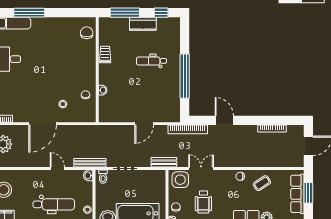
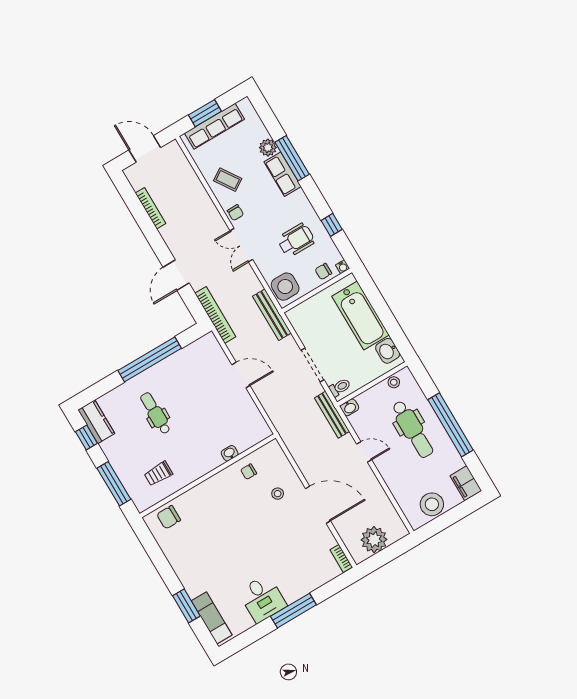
window: (29, 13) -> (186, 606), width x0.69
kitchen counter: (143, 24) -> (96, 422), moved
trolley: (105, 54) -> (158, 474), moved
dental chair: (151, 61) -> (155, 413), turned 180
bench: (164, 162) -> (272, 315), width x1.36
door: (57, 169) -> (364, 452), swing flipped
double door: (201, 169) -> (241, 245), moved
dental chair: (54, 204) -> (413, 429), turned 180

